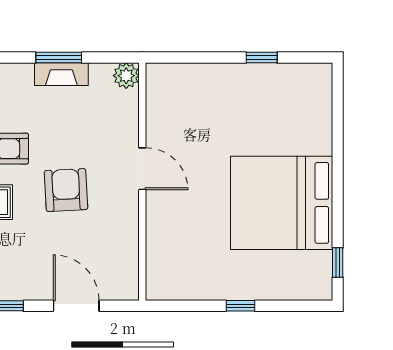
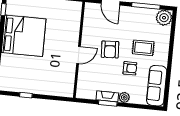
plant: (126, 76) -> (124, 97), moved
door: (142, 169) -> (78, 55), swing flipped

